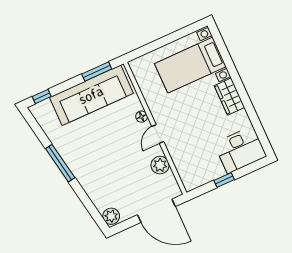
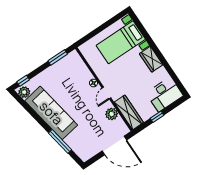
sofa: (91, 95) -> (51, 113), moved, turned -100
window: (60, 163) -> (60, 141), moved
wardrobe: (185, 167) -> (129, 112), added
plant: (111, 216) -> (24, 92), moved

